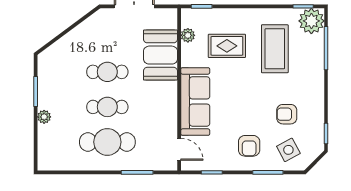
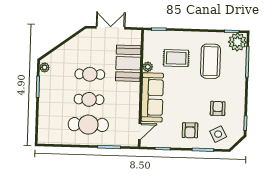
plant: (188, 35) -> (148, 67), moved
armchair: (287, 114) -> (218, 108), turned 90
plant: (44, 117) -> (45, 67), moved
door: (179, 149) -> (140, 131), hinge flipped

